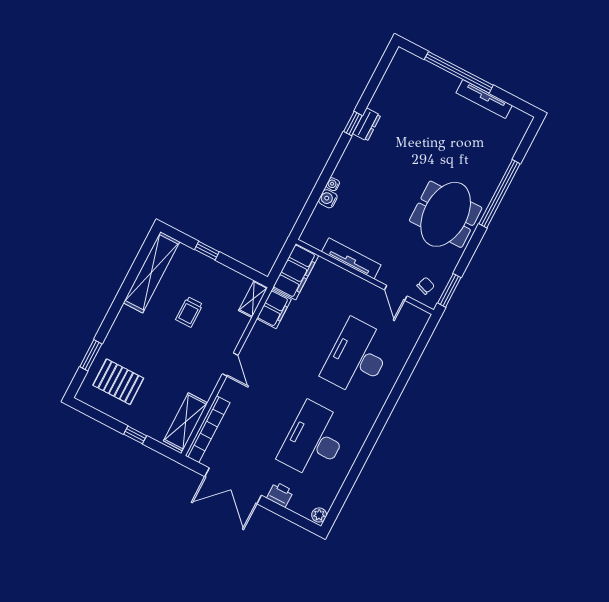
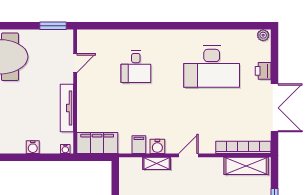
water cooler: (333, 184) -> (65, 149), moved
chair: (426, 286) -> (59, 44), removed
shelving: (253, 299) -> (157, 163), moved
filing cabinet: (274, 309) -> (139, 145), width x0.50
water cooler: (258, 336) -> (157, 146), added
desk: (357, 358) -> (136, 67), width x0.53, depth x0.77

